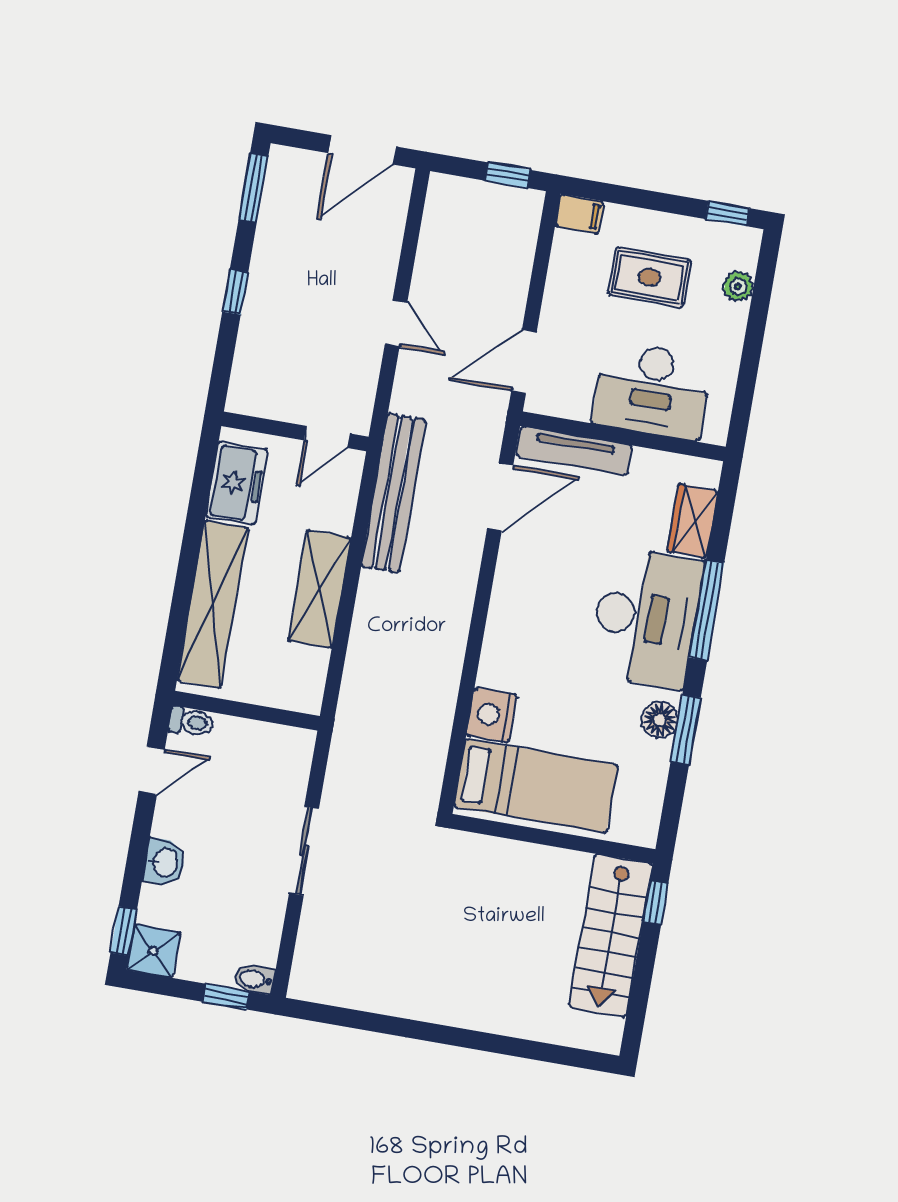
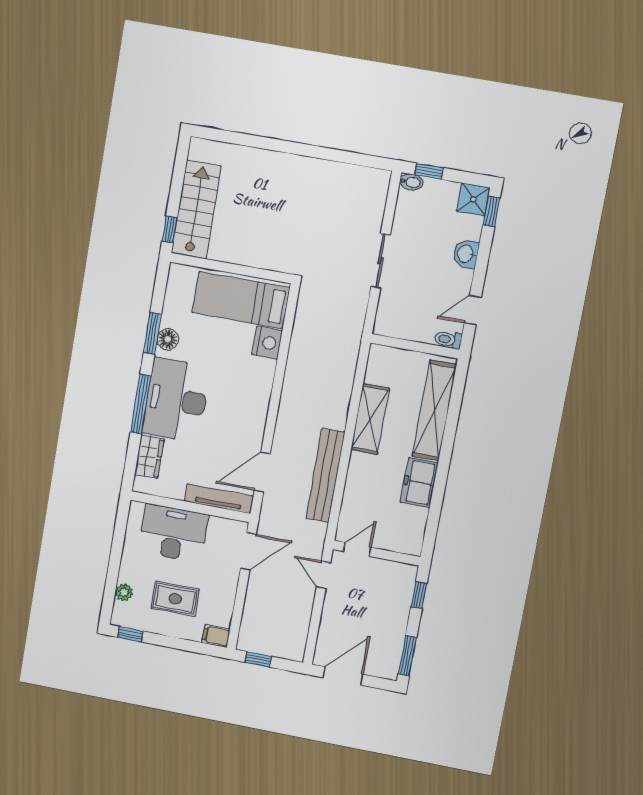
wall: (295, 431) -> (376, 553), moved
door: (327, 437) -> (357, 549), moved

